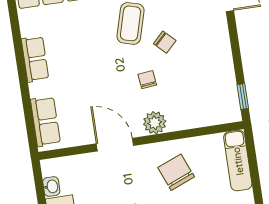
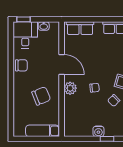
water cooler: (224, 61) -> (98, 131), added
window: (243, 96) -> (107, 139), moved
door: (115, 145) -> (62, 65), hinge flipped

